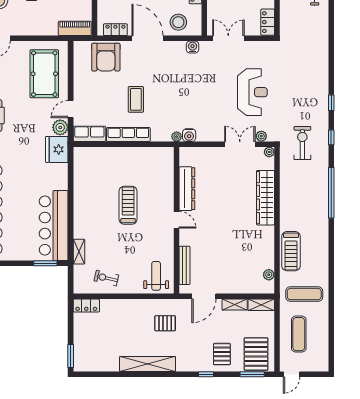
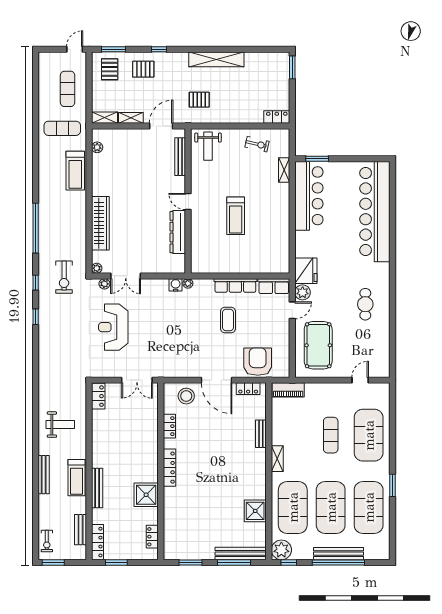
water cooler: (192, 47) -> (172, 372), removed
treadmill: (291, 251) -> (75, 171), turned 180
pallet: (222, 354) -> (143, 69), turned 90
pallet: (256, 354) -> (110, 69), width x0.67, depth x0.71

